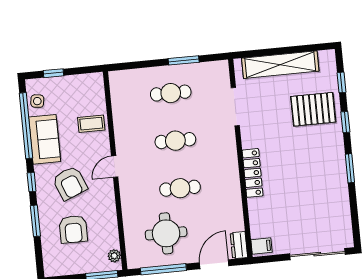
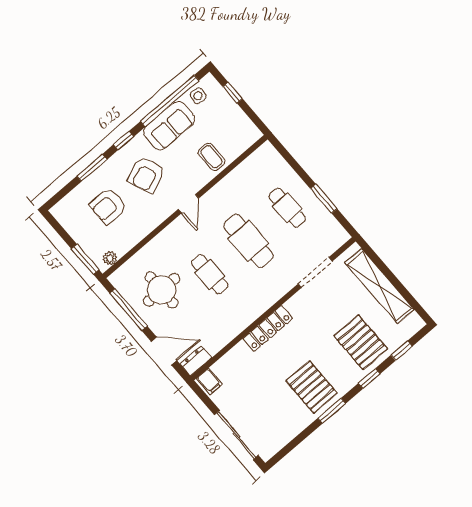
cafe table: (175, 141) -> (248, 241), width x1.37, depth x1.35
door: (115, 166) -> (188, 204), swing flipped
pallet: (321, 171) -> (312, 387), added

